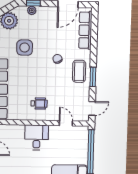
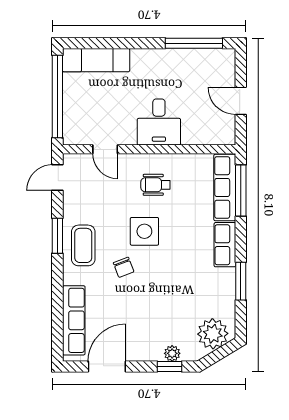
side table: (25, 48) -> (144, 231), moved

